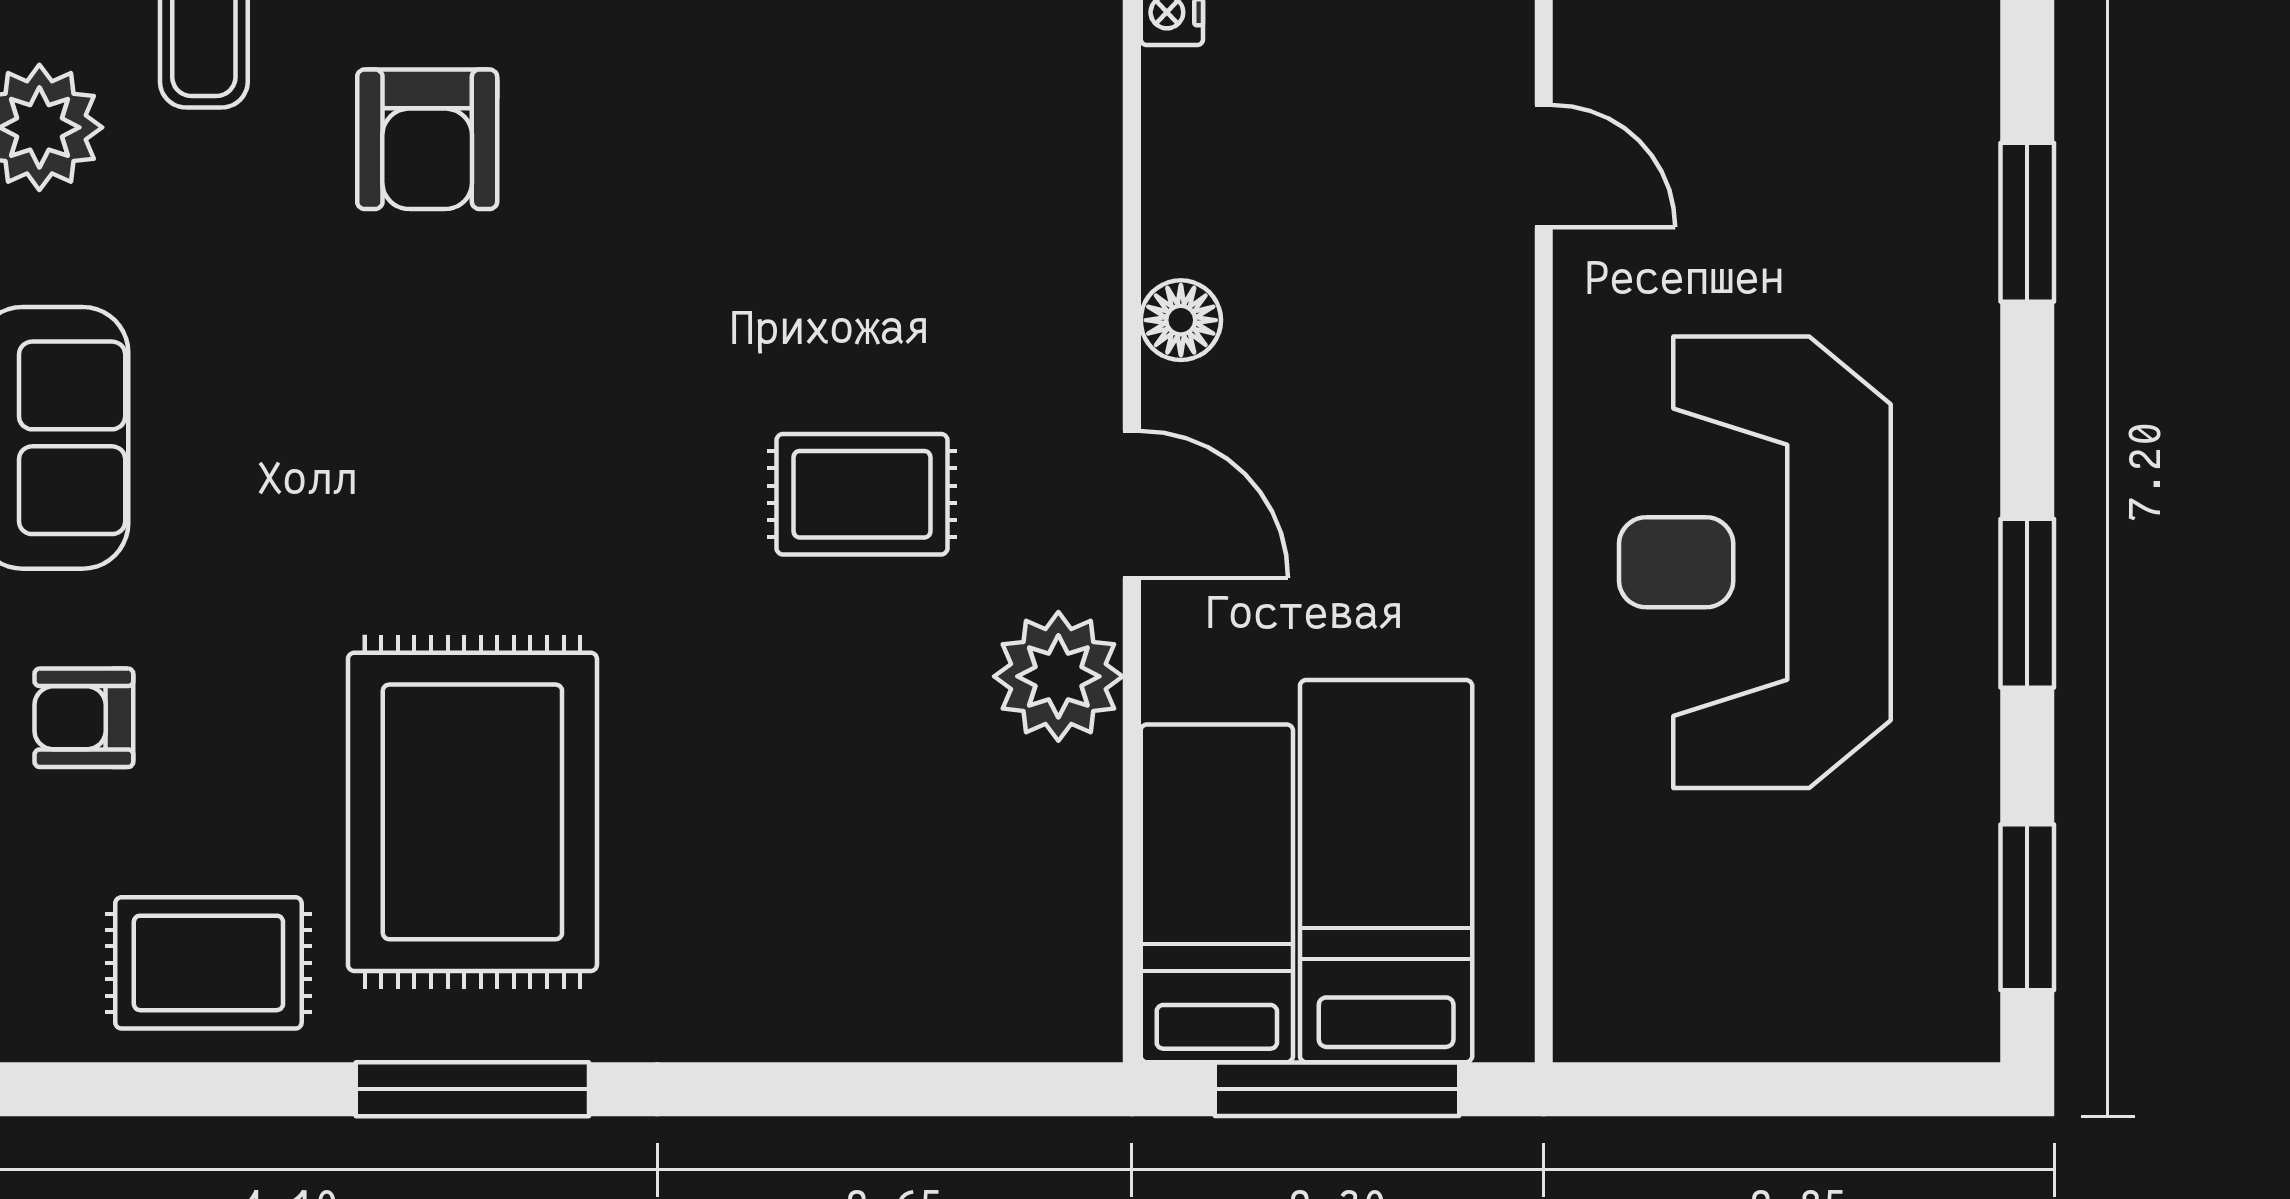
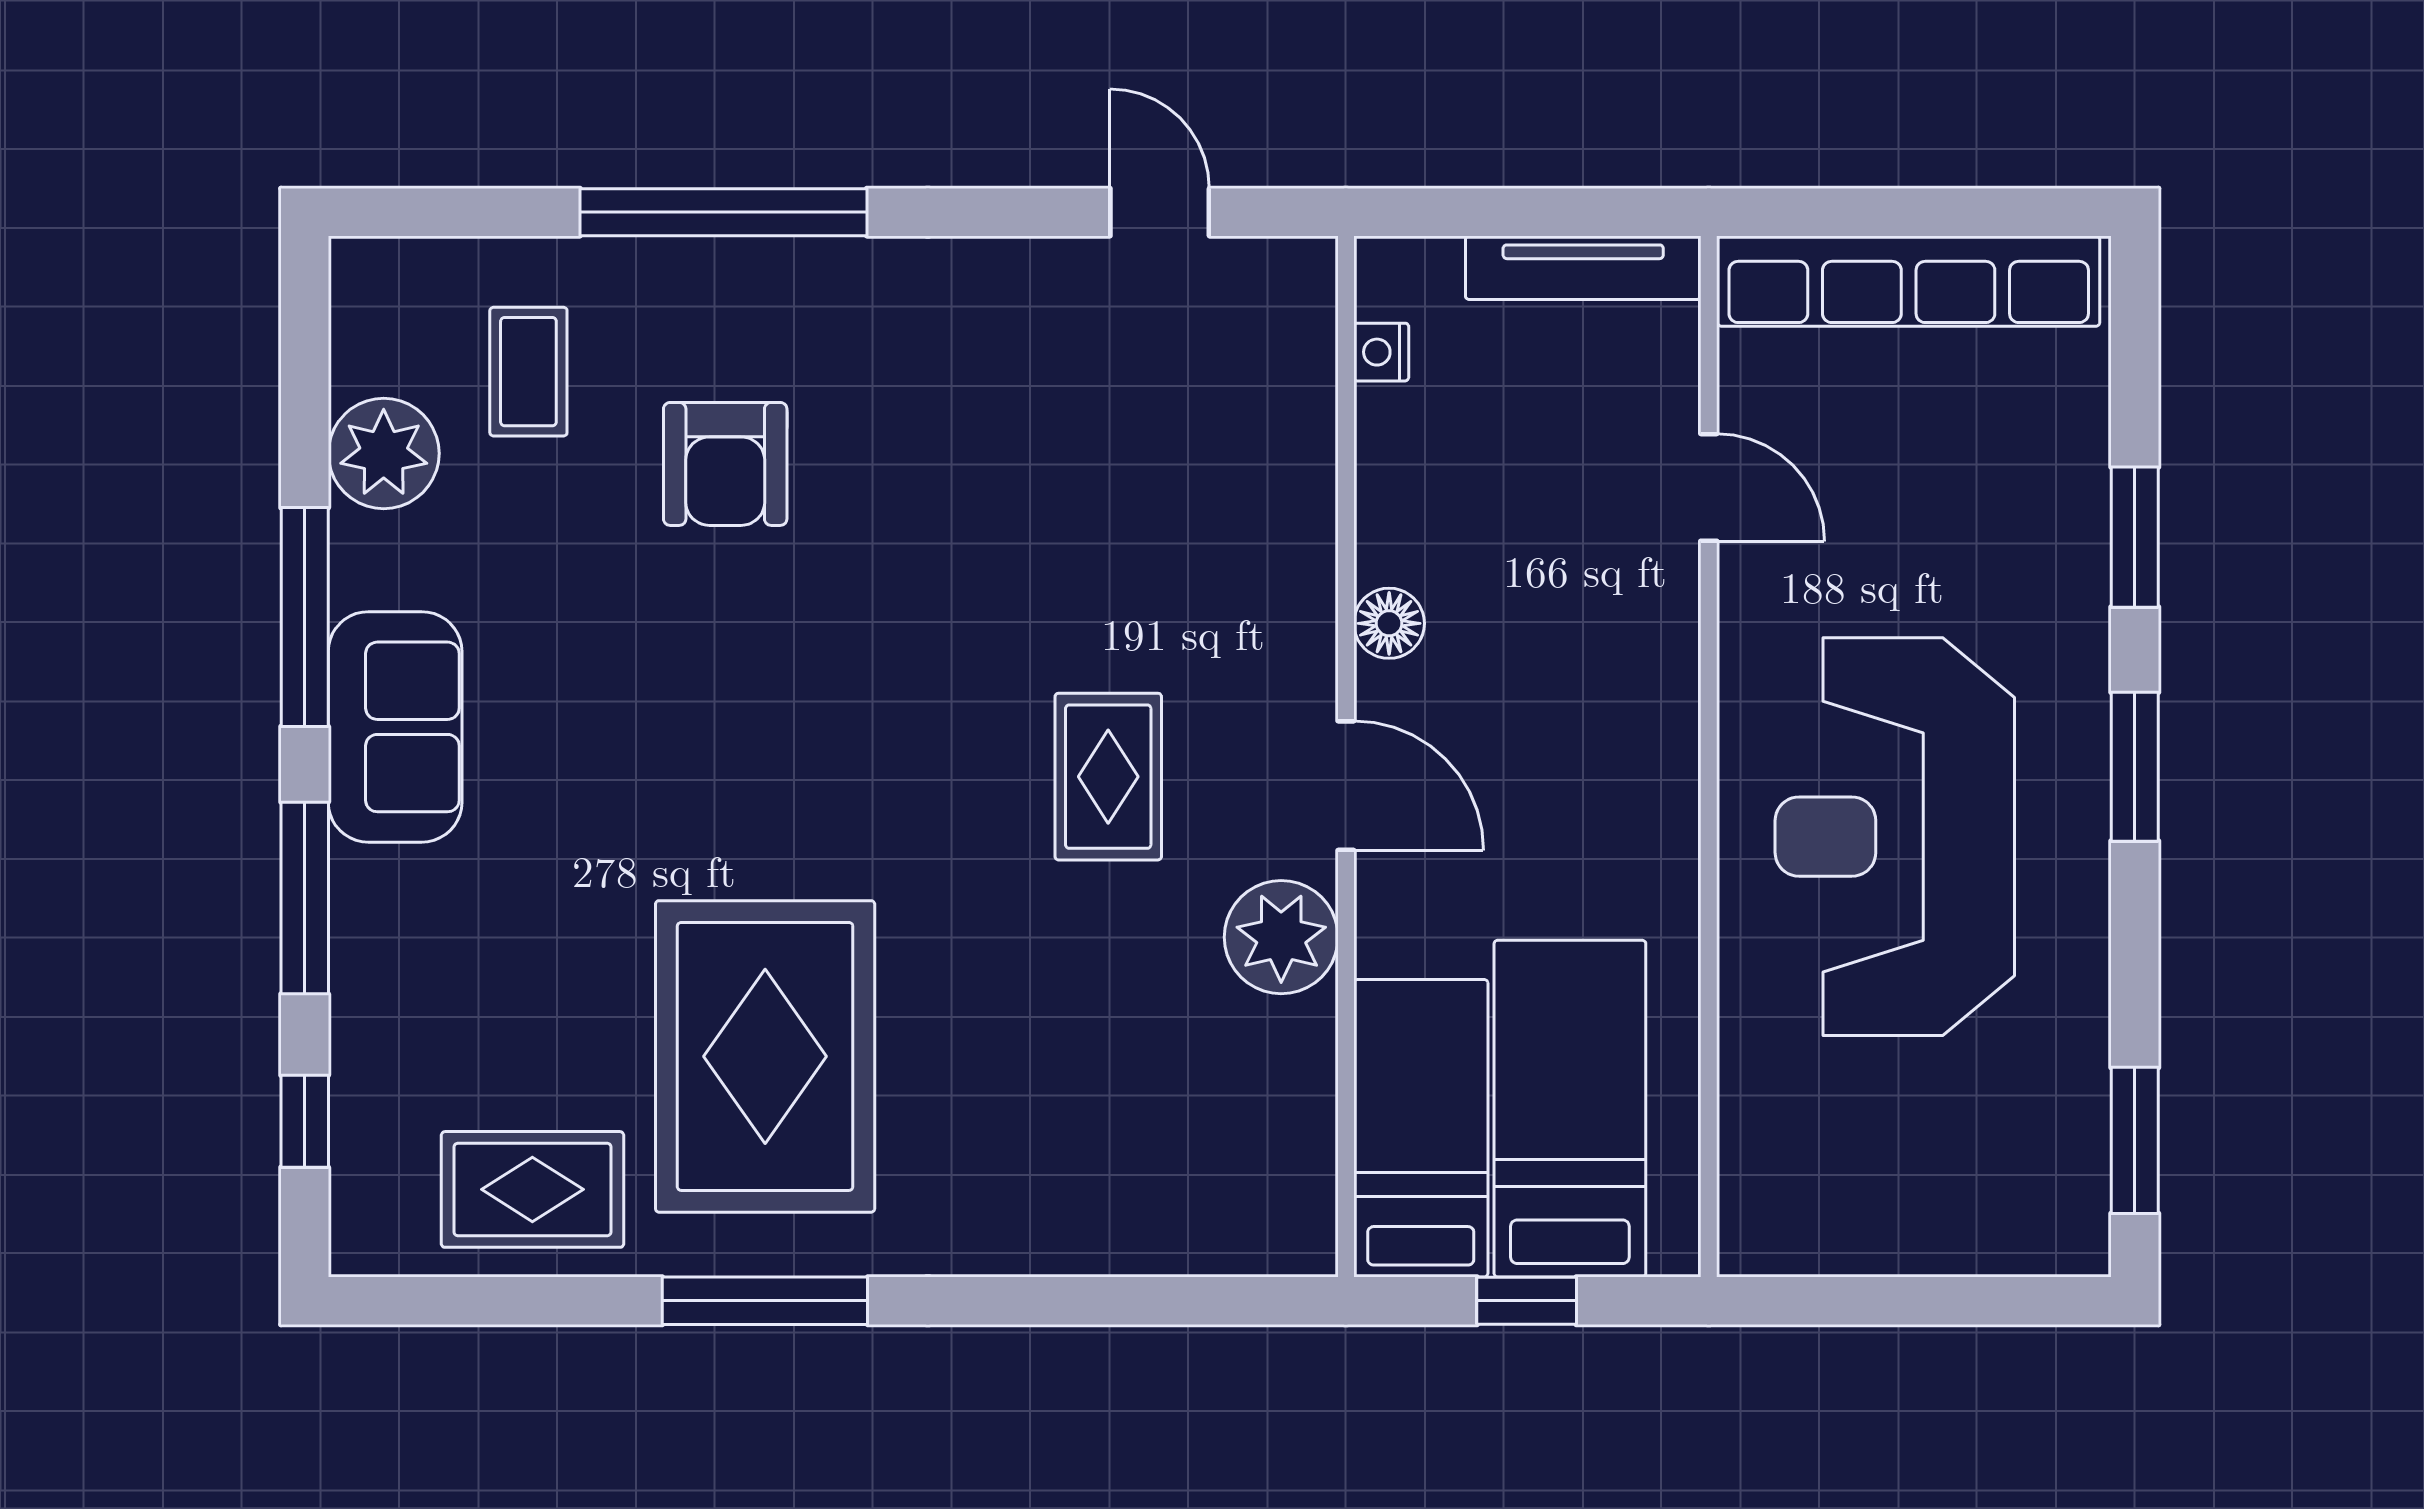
rug: (862, 494) -> (1108, 777), turned 90
window: (2027, 603) -> (2135, 767), moved
armchair: (84, 718) -> (423, 974), removed
window: (1337, 1089) -> (1527, 1301), width x0.46

